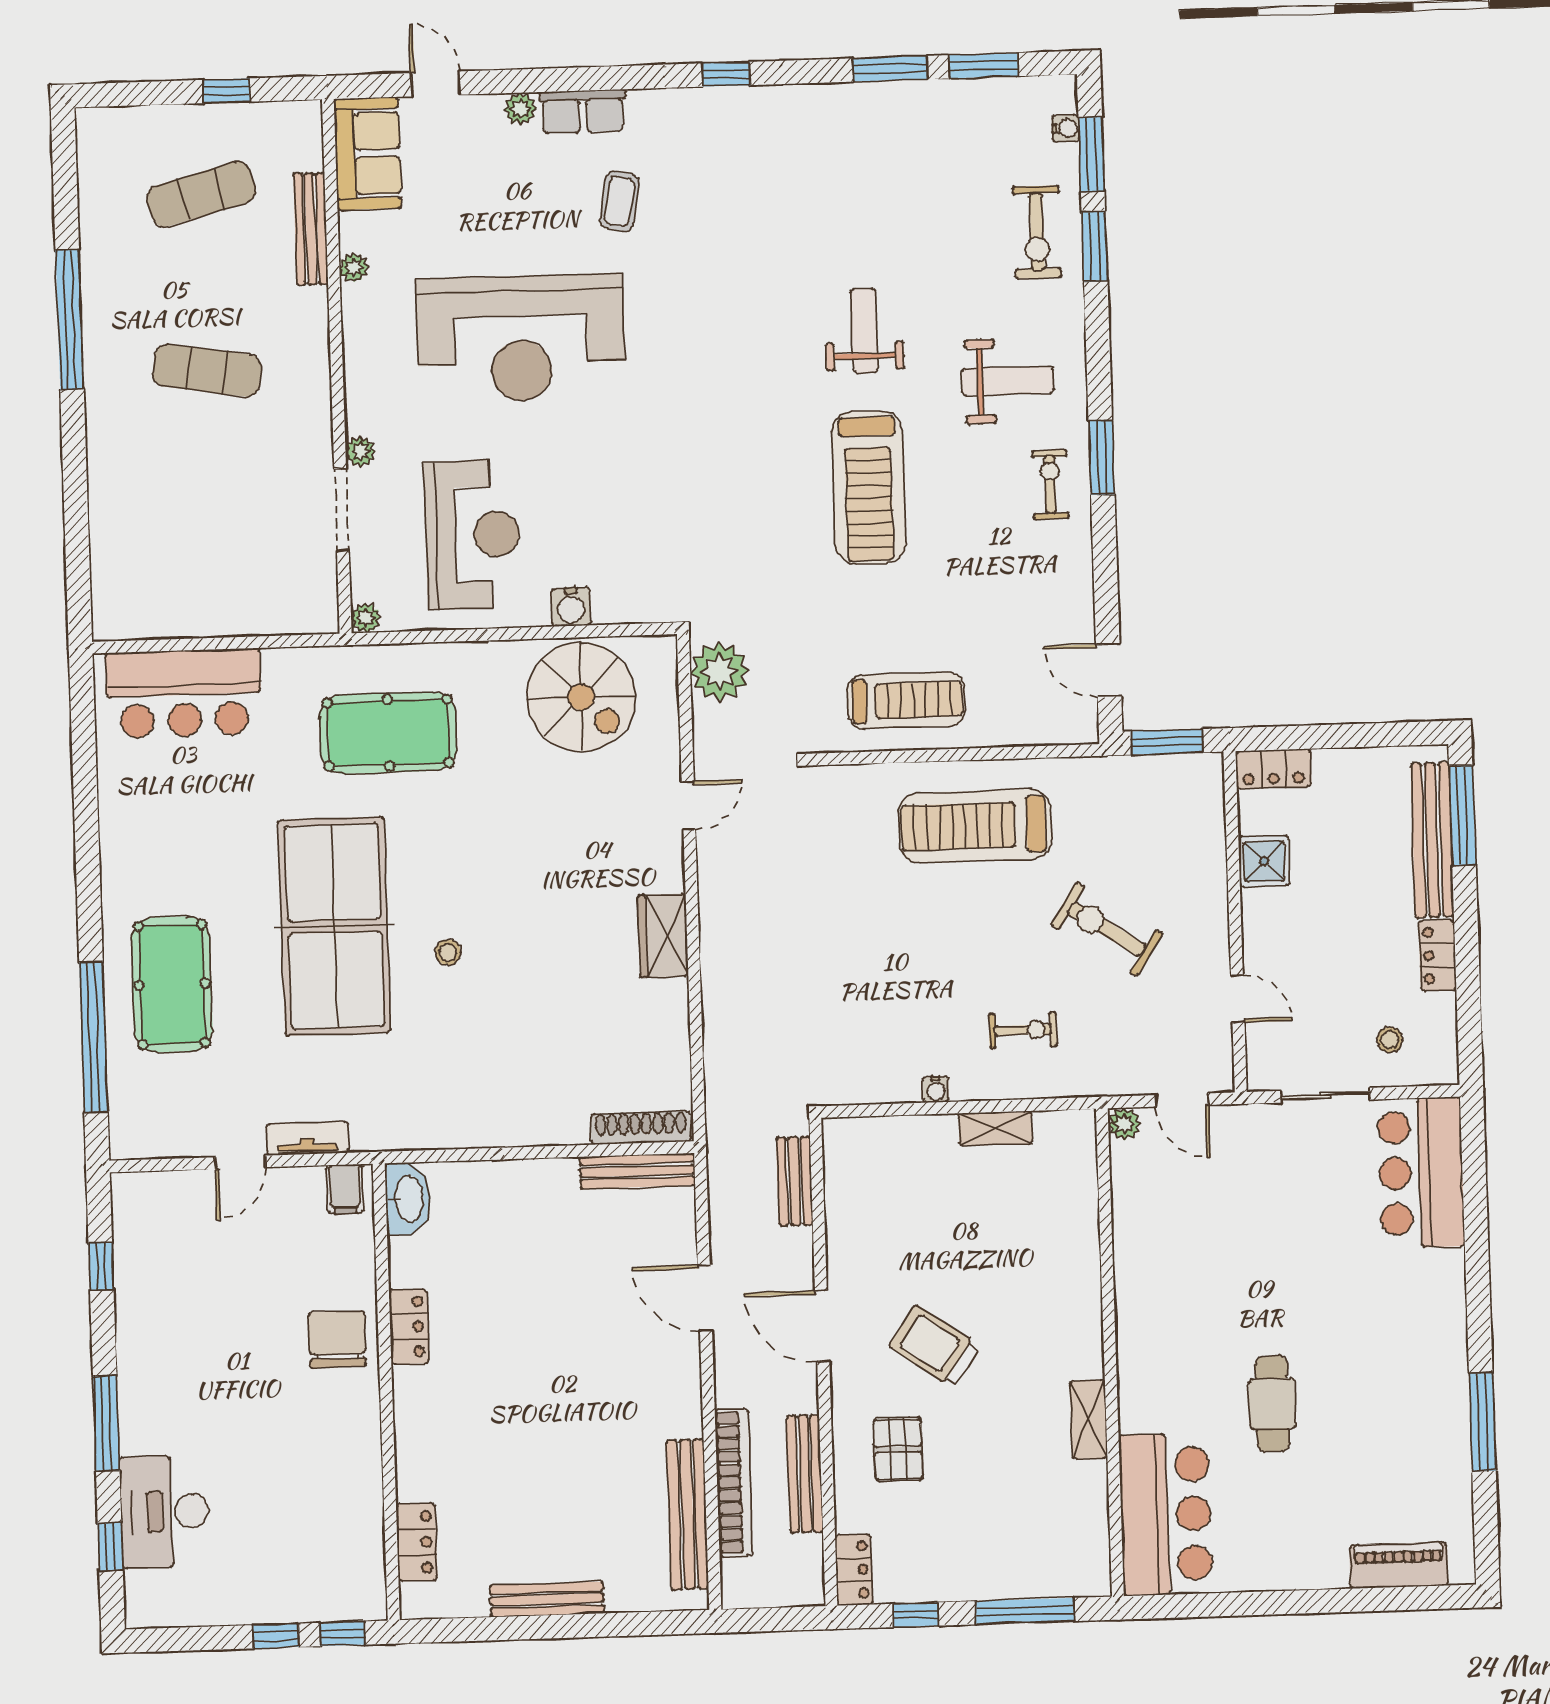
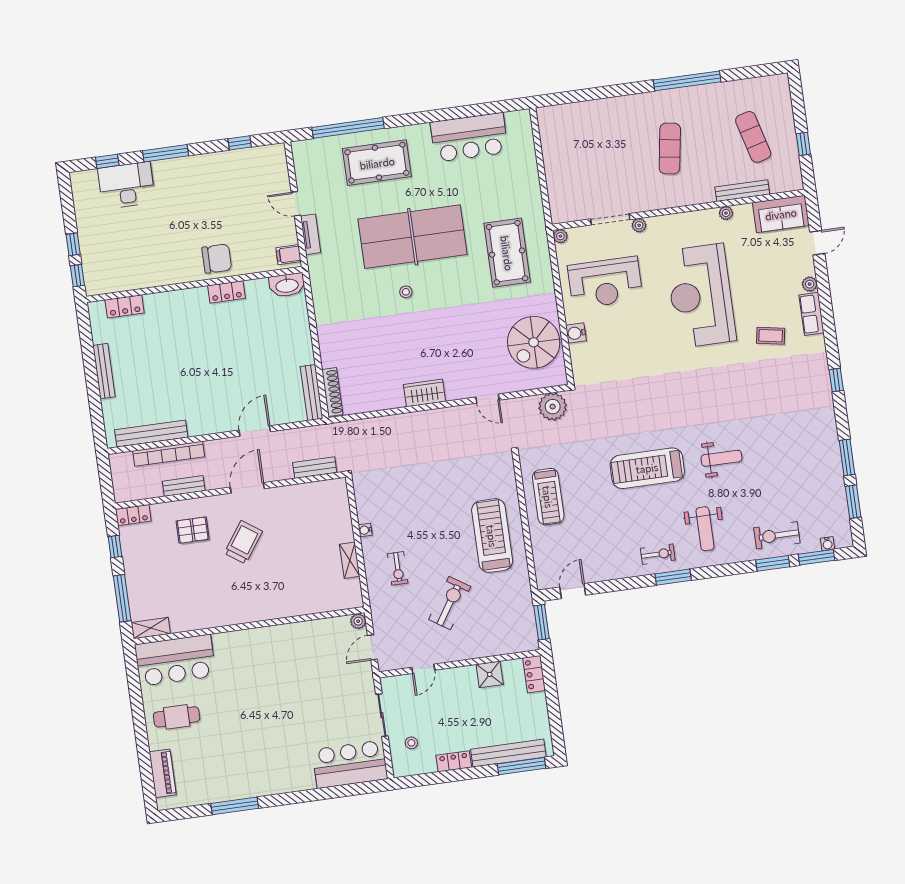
bar counter: (184, 693) -> (469, 137), moved, turned -90
cafe table: (1272, 1404) -> (177, 717), moved
shelving: (1089, 1419) -> (151, 628), moved
bench: (805, 1474) -> (184, 486), width x0.73

